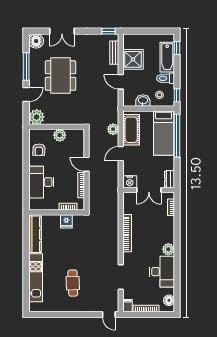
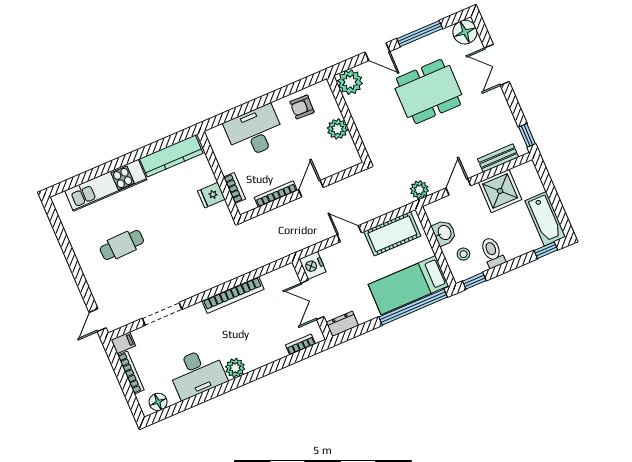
bathtub: (167, 57) -> (545, 219), moved, turned -90
plant: (113, 129) -> (419, 190), moved

